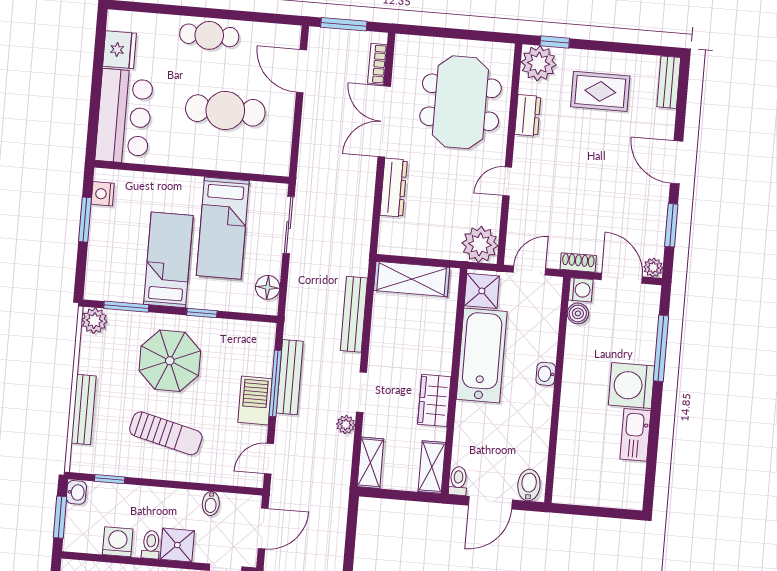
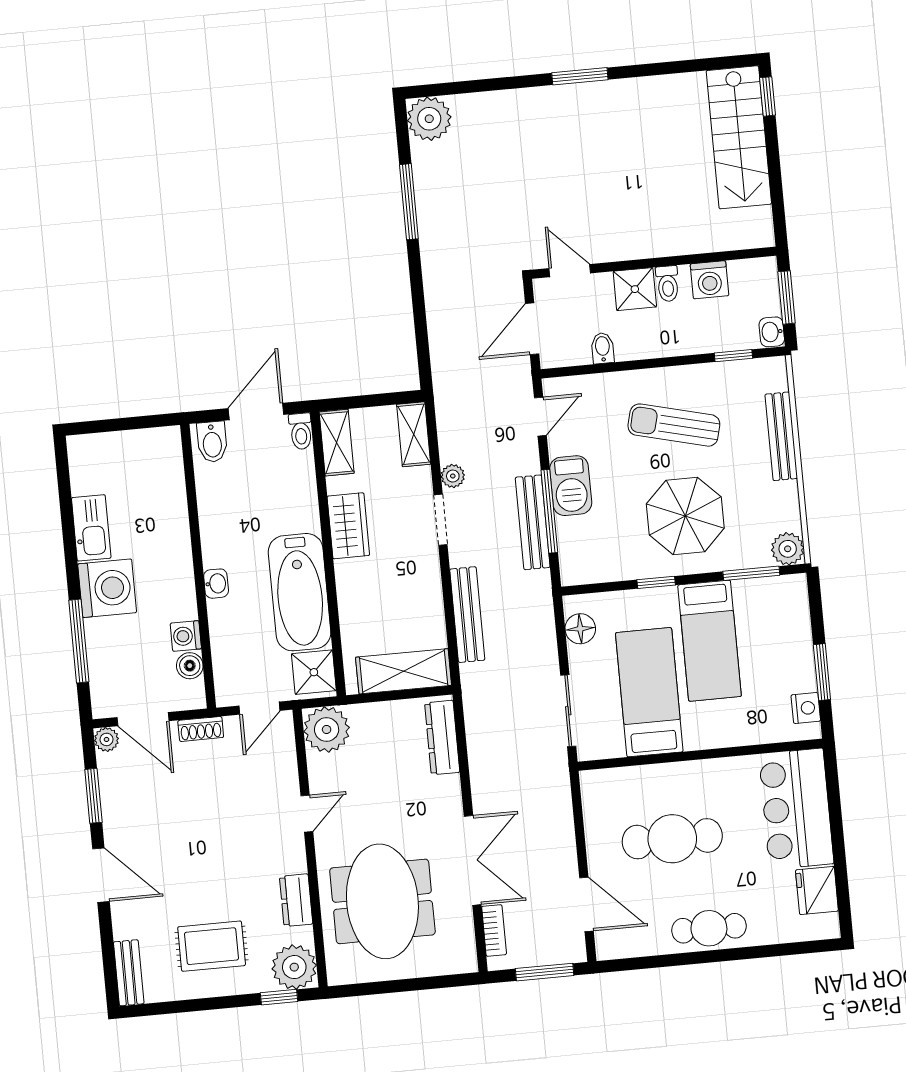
dresser: (394, 188) -> (442, 738), moved
washing machine: (581, 290) -> (186, 636), moved

